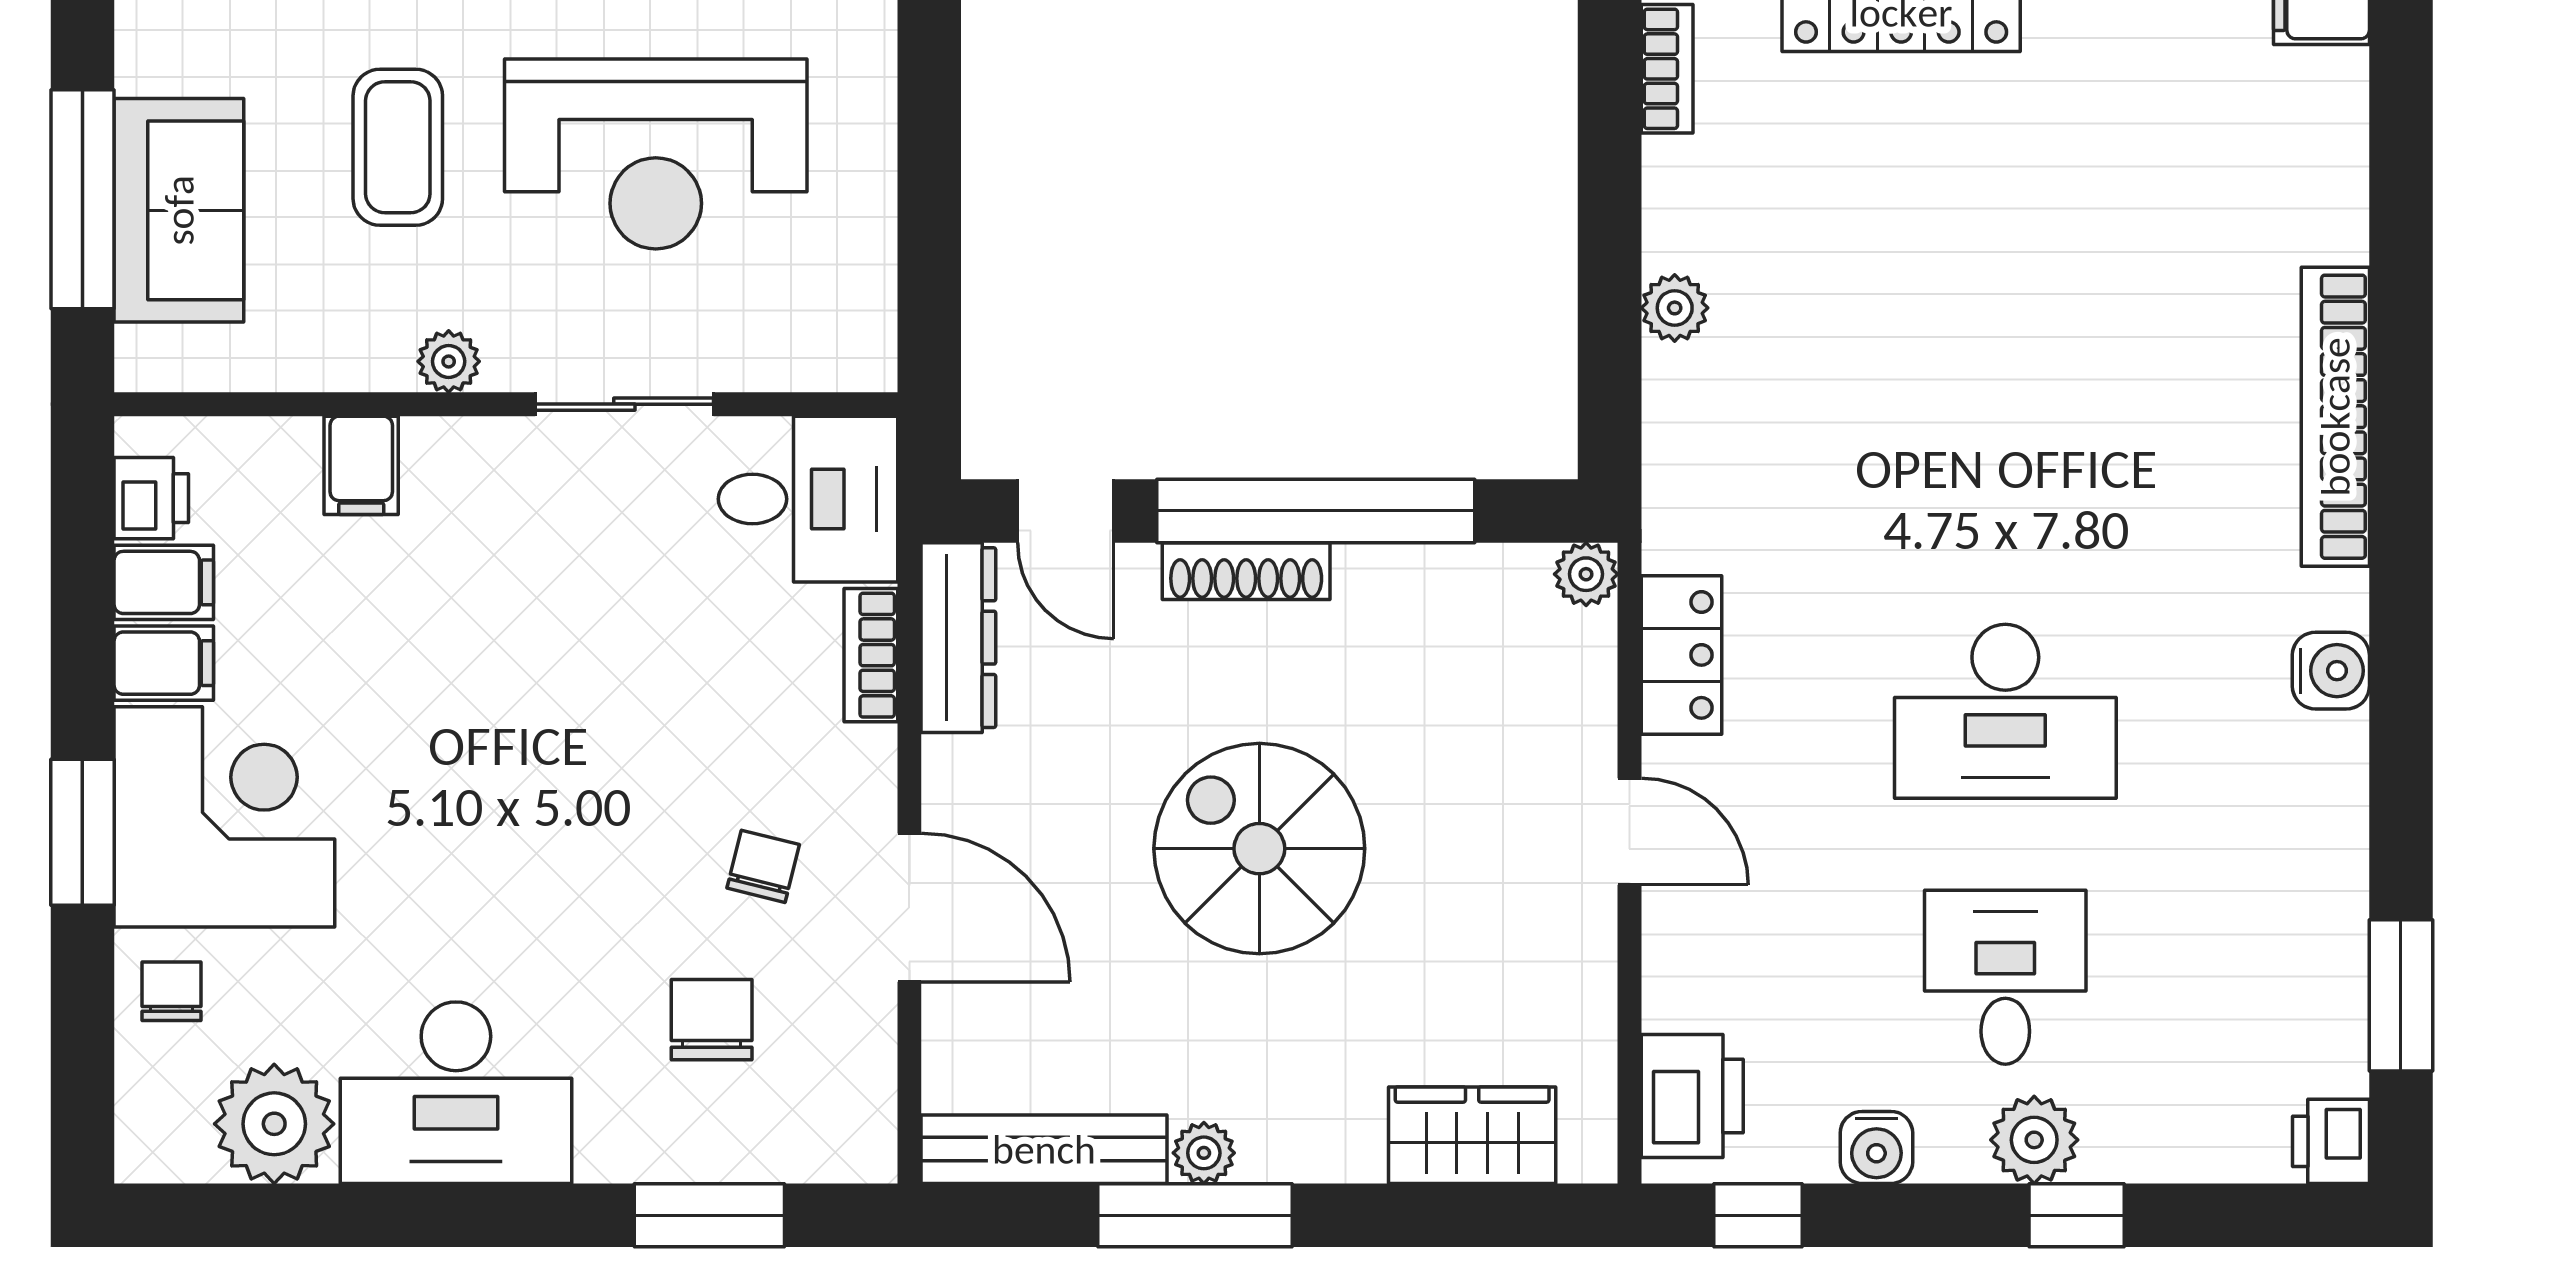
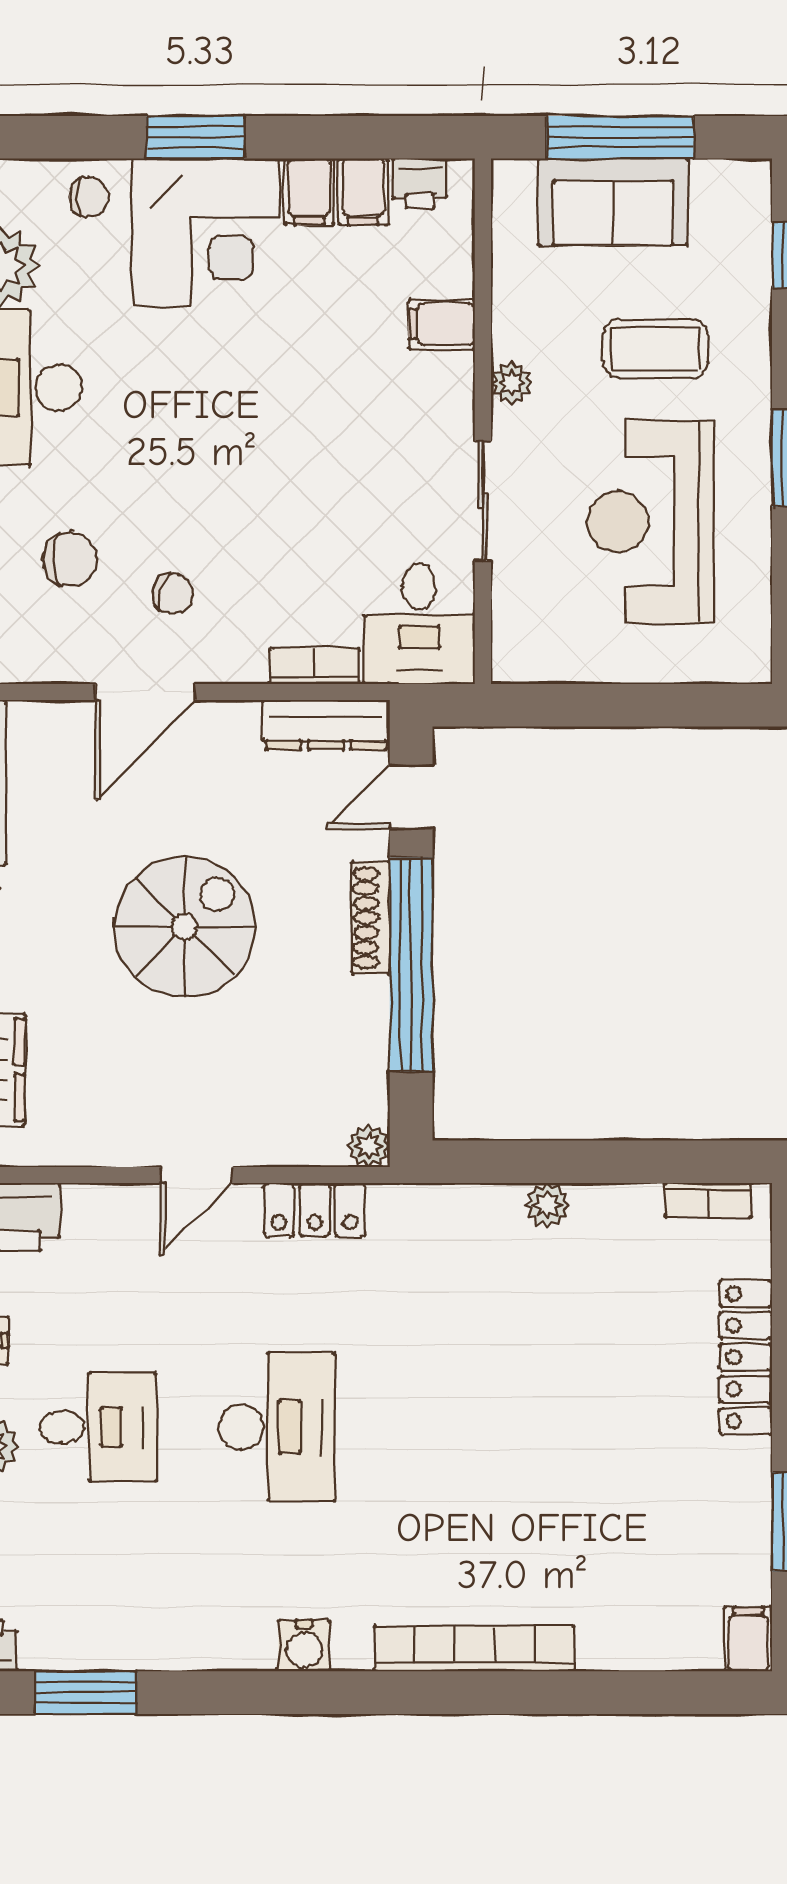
desk: (2005, 711) -> (277, 1427), turned 180

